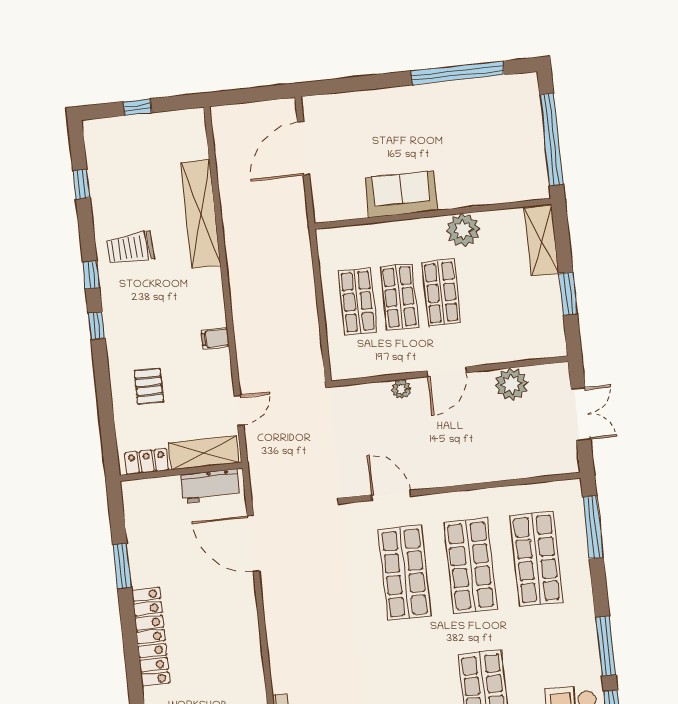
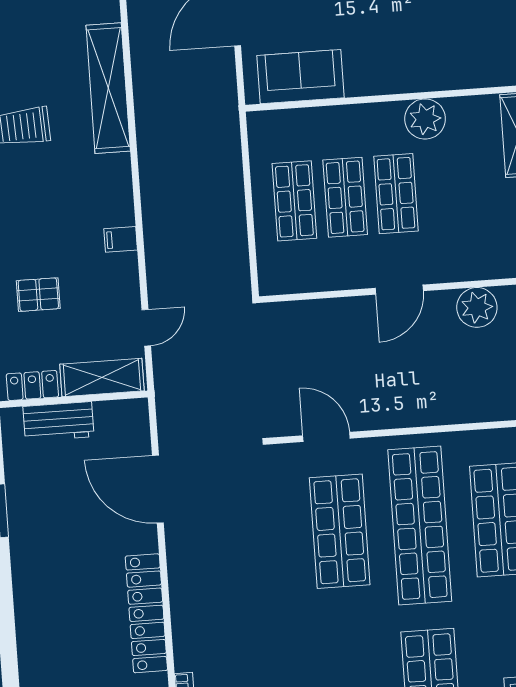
sofa: (401, 194) -> (300, 77), moved
pallet: (149, 386) -> (38, 295), turned 90
plant: (401, 389) -> (343, 309), removed
workbench: (210, 486) -> (58, 422), moved
shop shelf: (471, 566) -> (420, 526), width x1.40
locker: (151, 637) -> (146, 613), moved, turned 180

